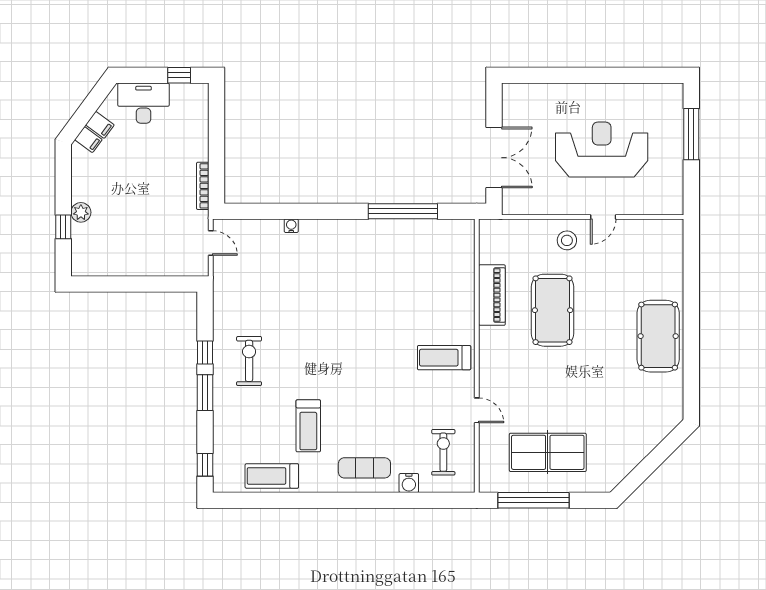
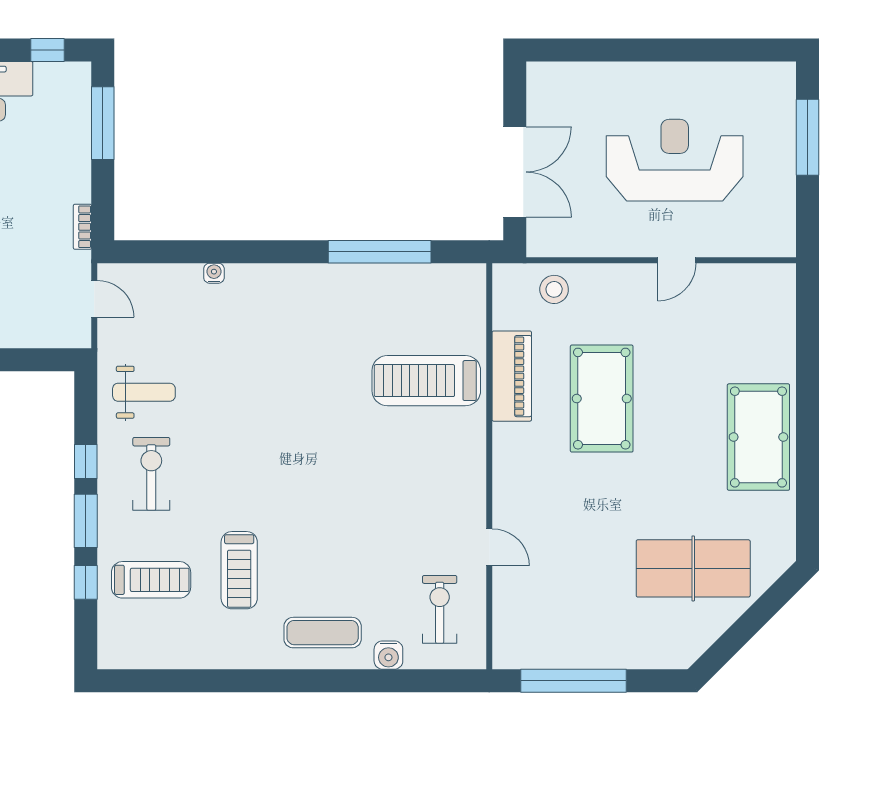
window: (216, 125) -> (103, 123), added
bookcase: (203, 186) -> (82, 227), width x0.64
stool: (567, 240) -> (554, 289), moved
weight bench: (244, 306) -> (144, 392), added
treadmill: (444, 358) -> (426, 381), moved, width x1.37, depth x1.38
table tennis table: (548, 452) -> (693, 568), moved
window: (205, 465) -> (86, 582), moved
treadmill: (272, 476) -> (151, 580), moved, turned 180

